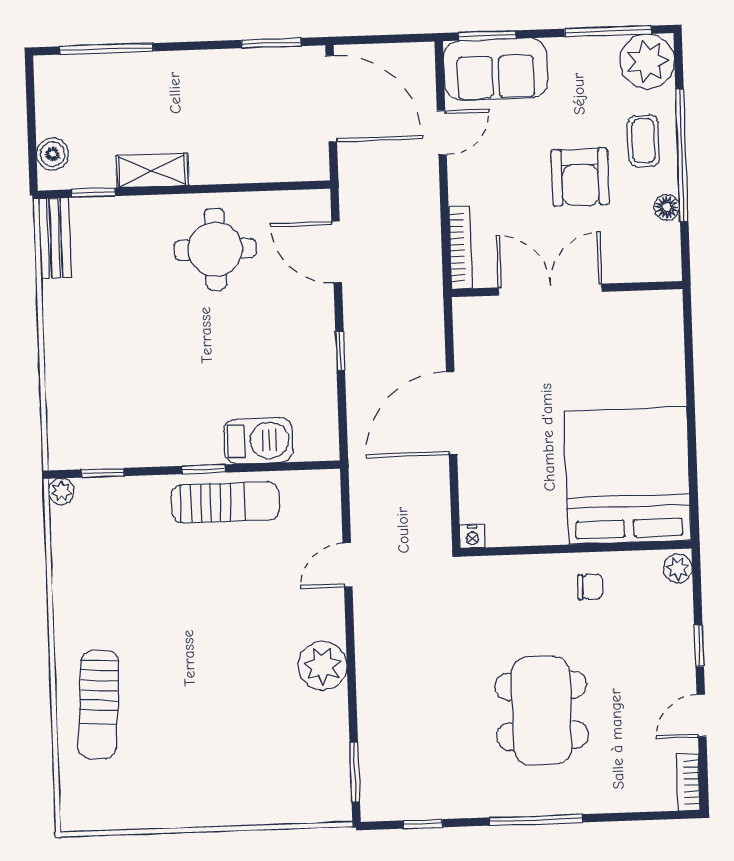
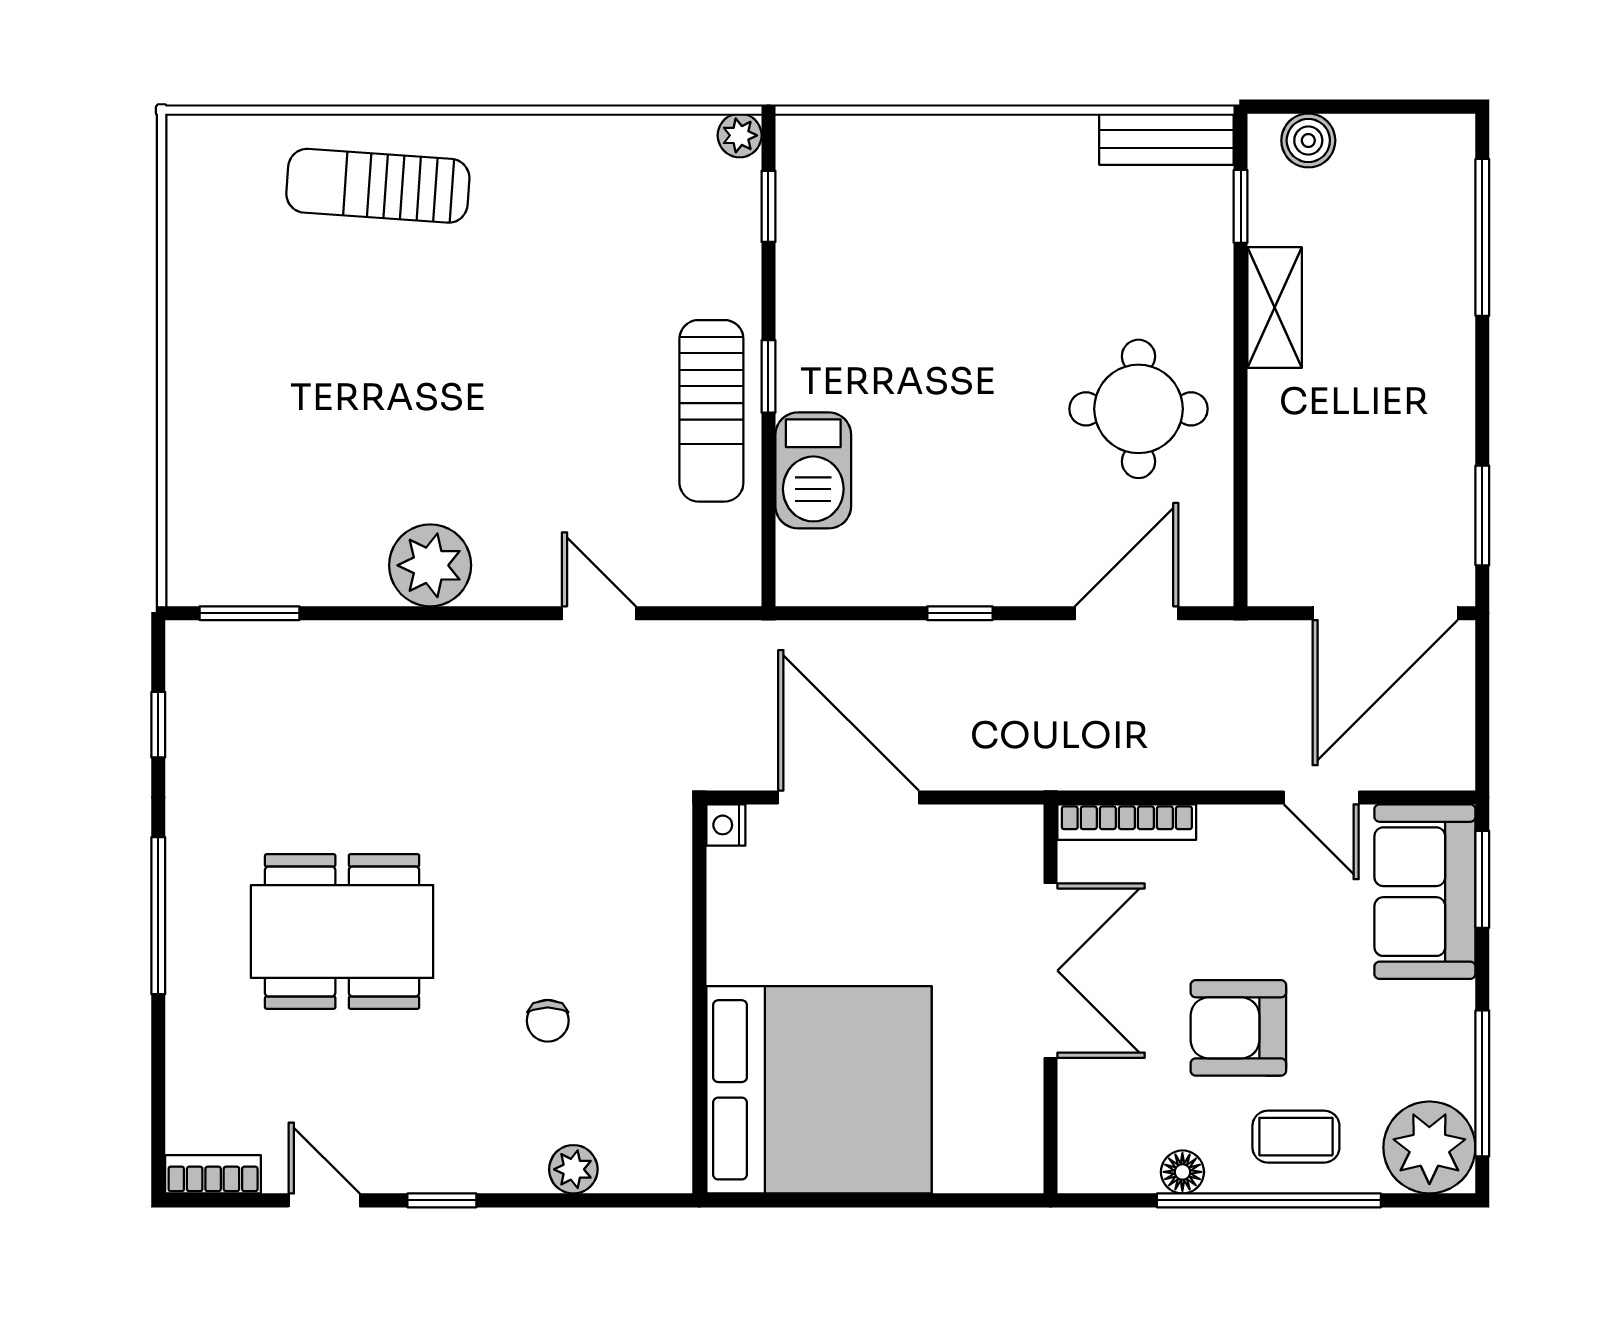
bed: (627, 476) -> (819, 1090), moved
nightstand: (472, 536) -> (726, 825), moved
wall: (576, 548) -> (699, 999), moved

